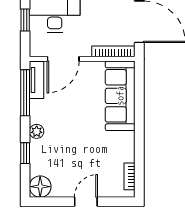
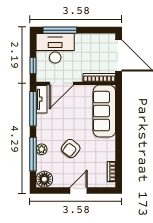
window: (25, 20) -> (33, 65), moved
plant: (37, 131) -> (42, 149), moved
armchair: (75, 146) -> (71, 149), added
window: (25, 153) -> (33, 154), width x2.17

